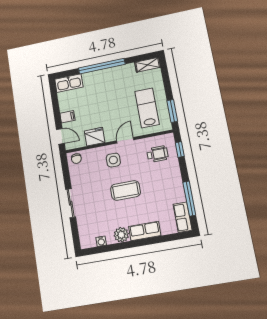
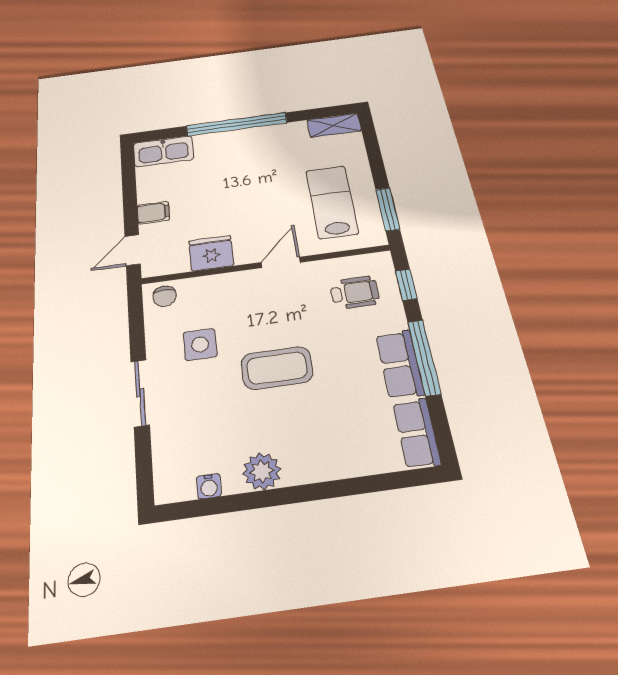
door: (60, 136) -> (133, 250), swing flipped
side table: (113, 160) -> (200, 345), moved
window: (189, 199) -> (424, 357), moved
row of seats: (145, 231) -> (400, 364), moved, turned -90

